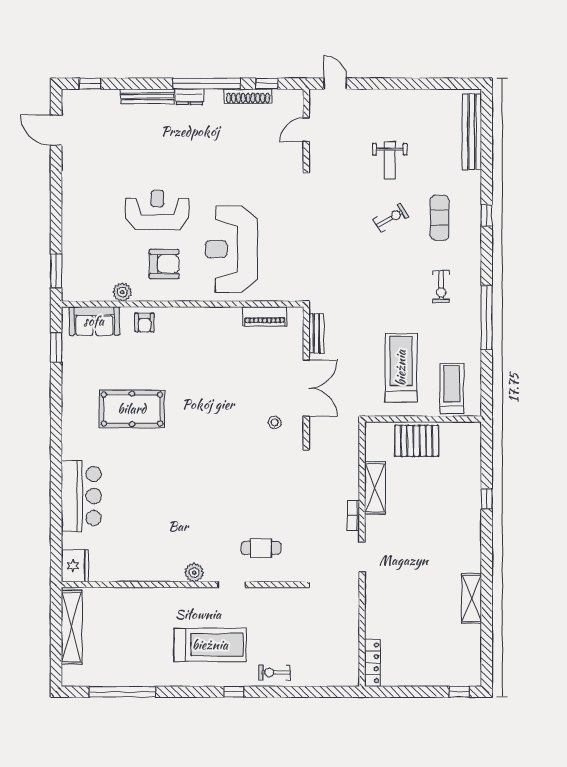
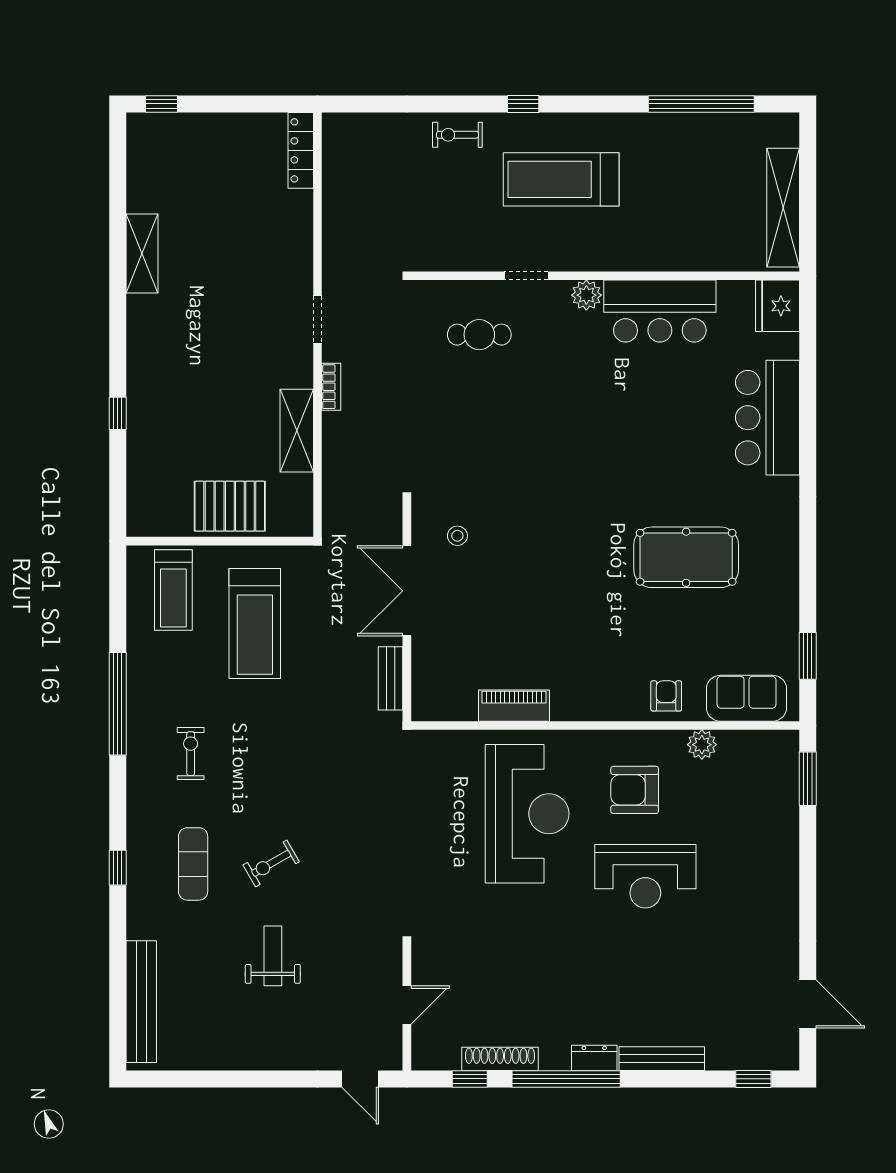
piano: (265, 317) -> (514, 706), moved
bar counter: (148, 563) -> (660, 311), added
exercise bike: (275, 673) -> (457, 135), turned 180

